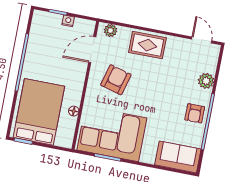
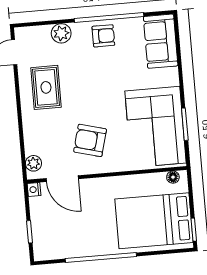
nightstand: (68, 21) -> (34, 190), moved
rug: (147, 45) -> (46, 87), moved
floor lamp: (74, 111) -> (173, 177), moved

